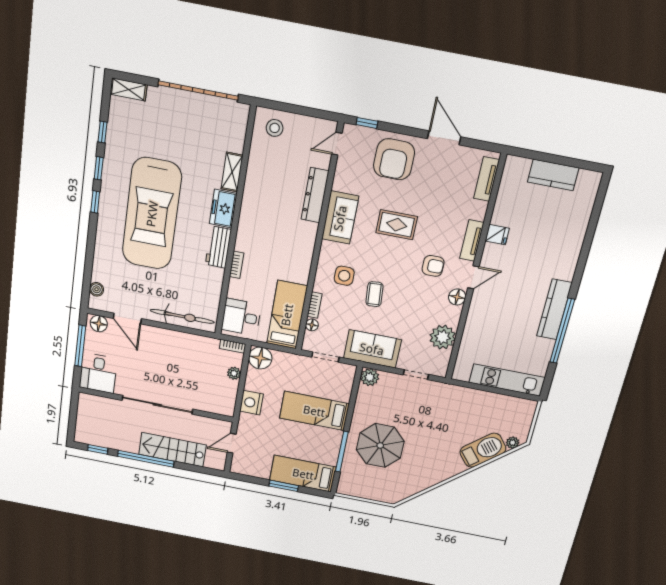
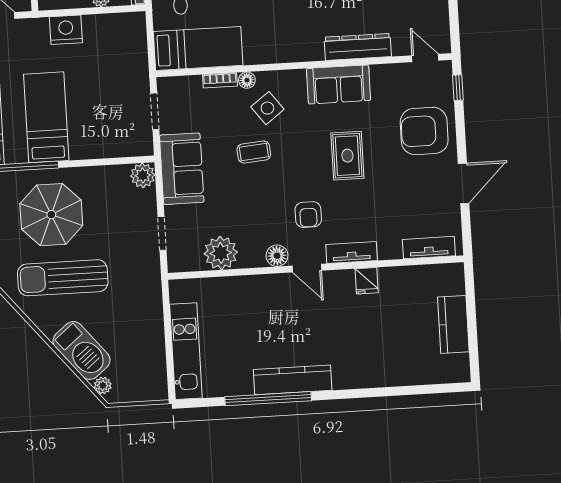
side table: (344, 276) -> (267, 108), turned -37
floor lamp: (312, 325) -> (247, 80), moved
floor lamp: (260, 358) -> (131, 27), removed
bed: (314, 411) -> (46, 117), moved
sun lounger: (427, 449) -> (63, 278), added

